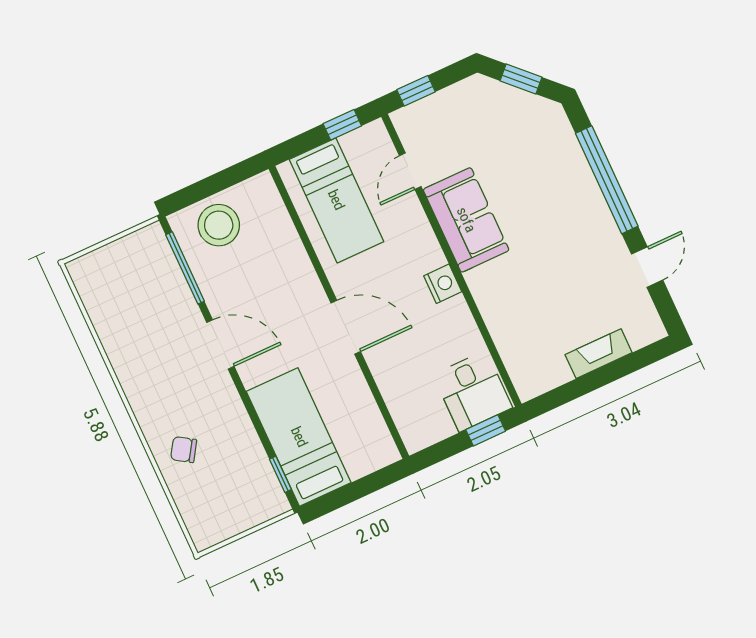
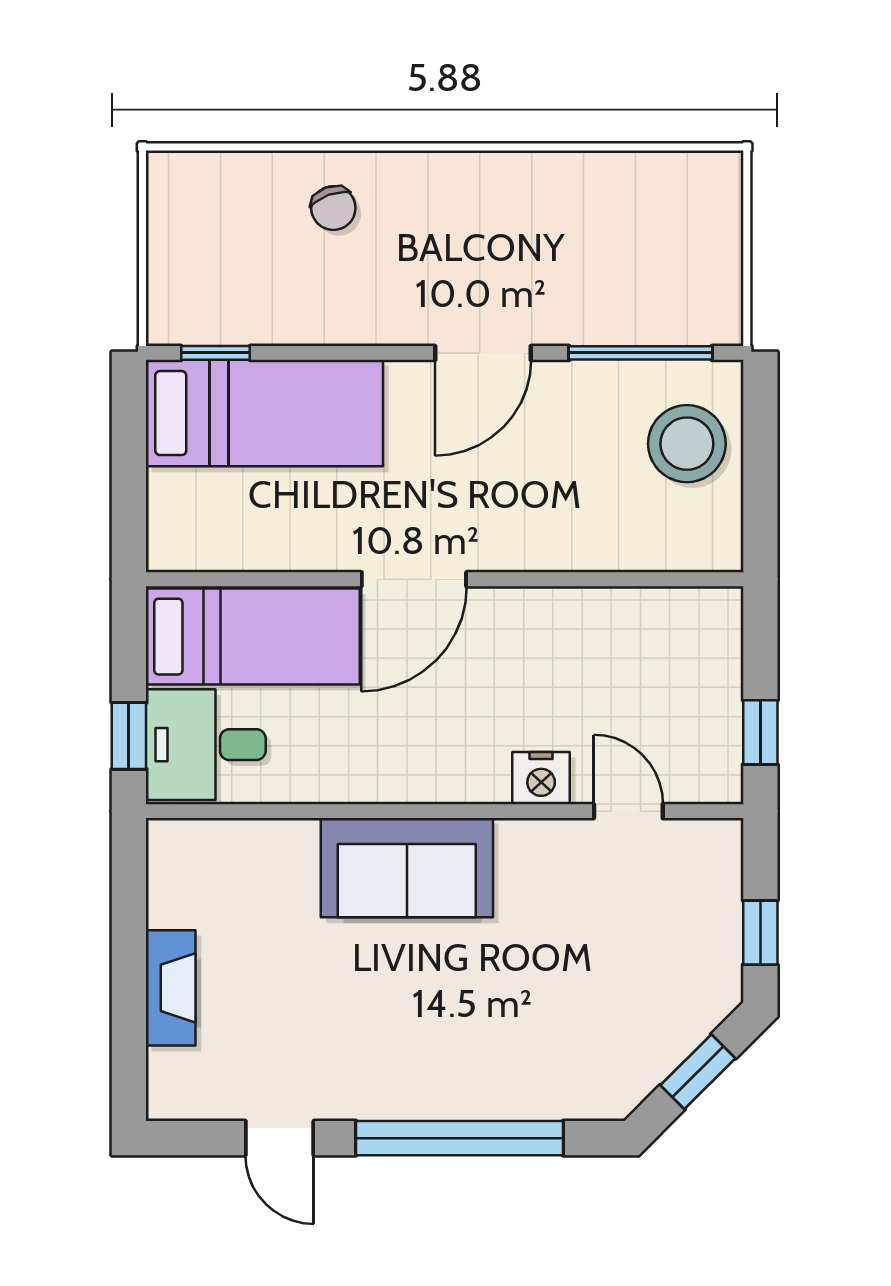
window: (416, 91) -> (760, 933), moved
bed: (336, 200) -> (253, 637), moved, turned 180
sofa: (466, 220) -> (407, 868), moved
nightstand: (443, 284) -> (541, 778), moved
chair: (184, 450) -> (333, 208), turned 127

